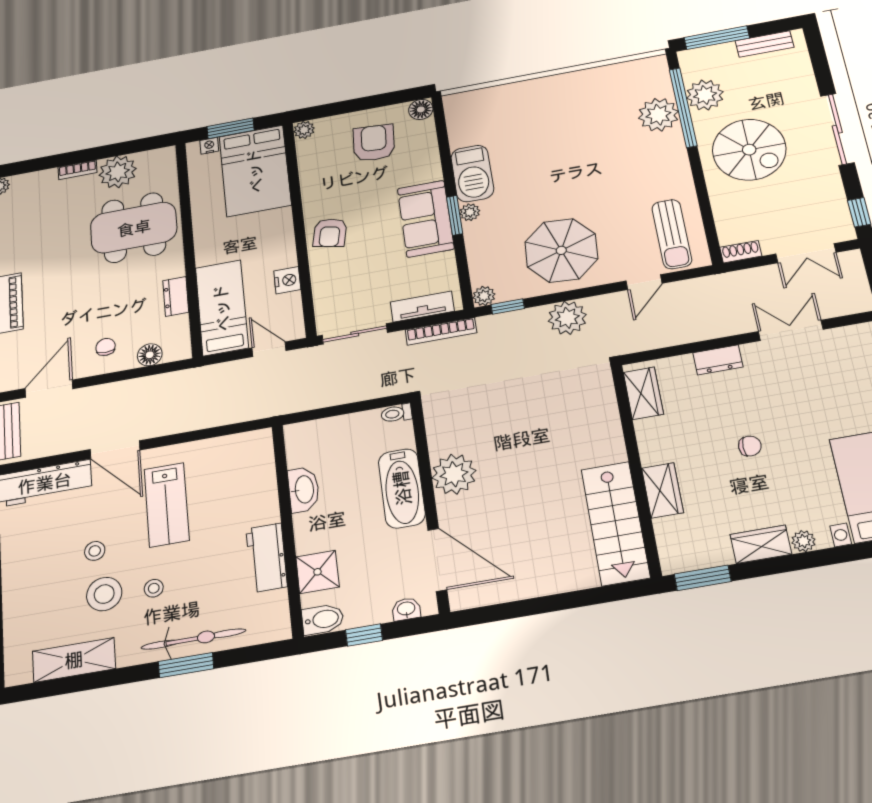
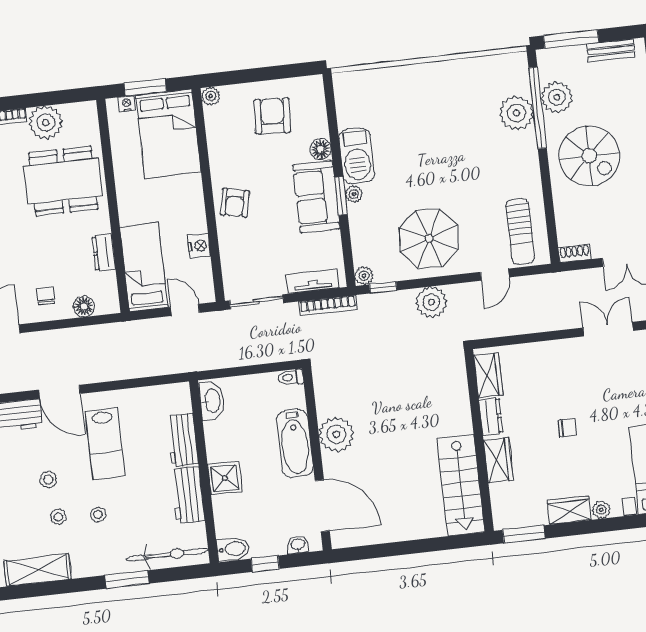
floor lamp: (421, 109) -> (321, 149), moved
dresser: (718, 360) -> (491, 417), moved, turned -90
washbasin: (304, 490) -> (212, 401), moved
workbench: (262, 494) -> (182, 440), added
shower: (317, 572) -> (225, 478), moved
stool: (104, 594) -> (58, 517), width x0.53, depth x0.53
bicycle: (193, 639) -> (167, 555), moved

